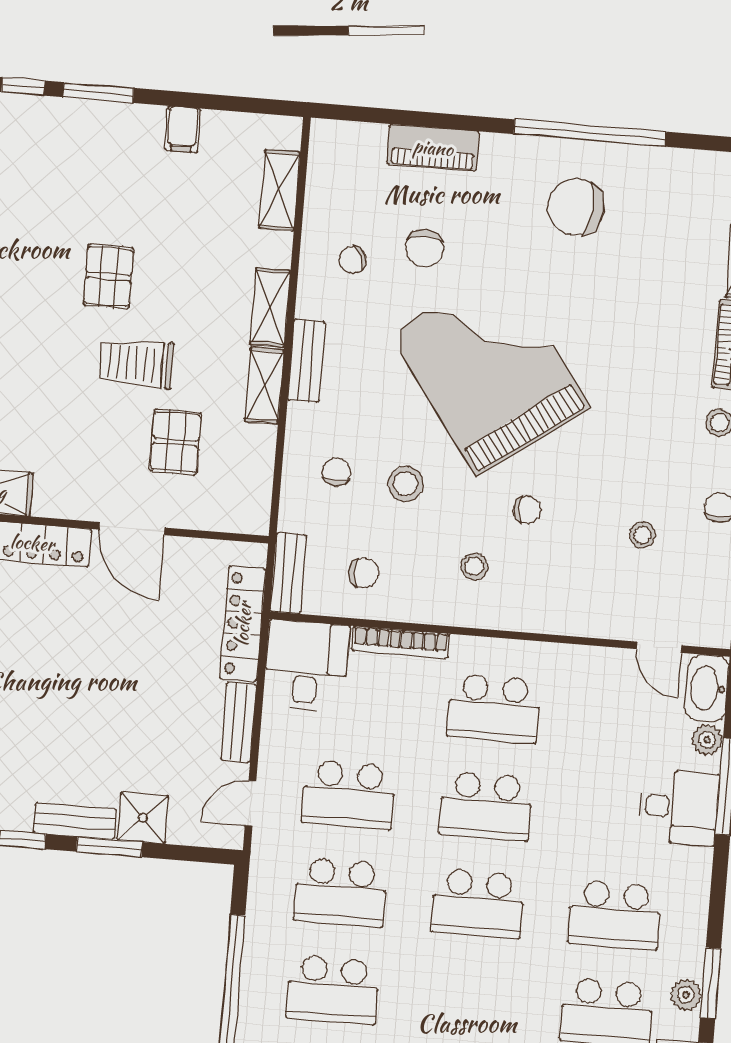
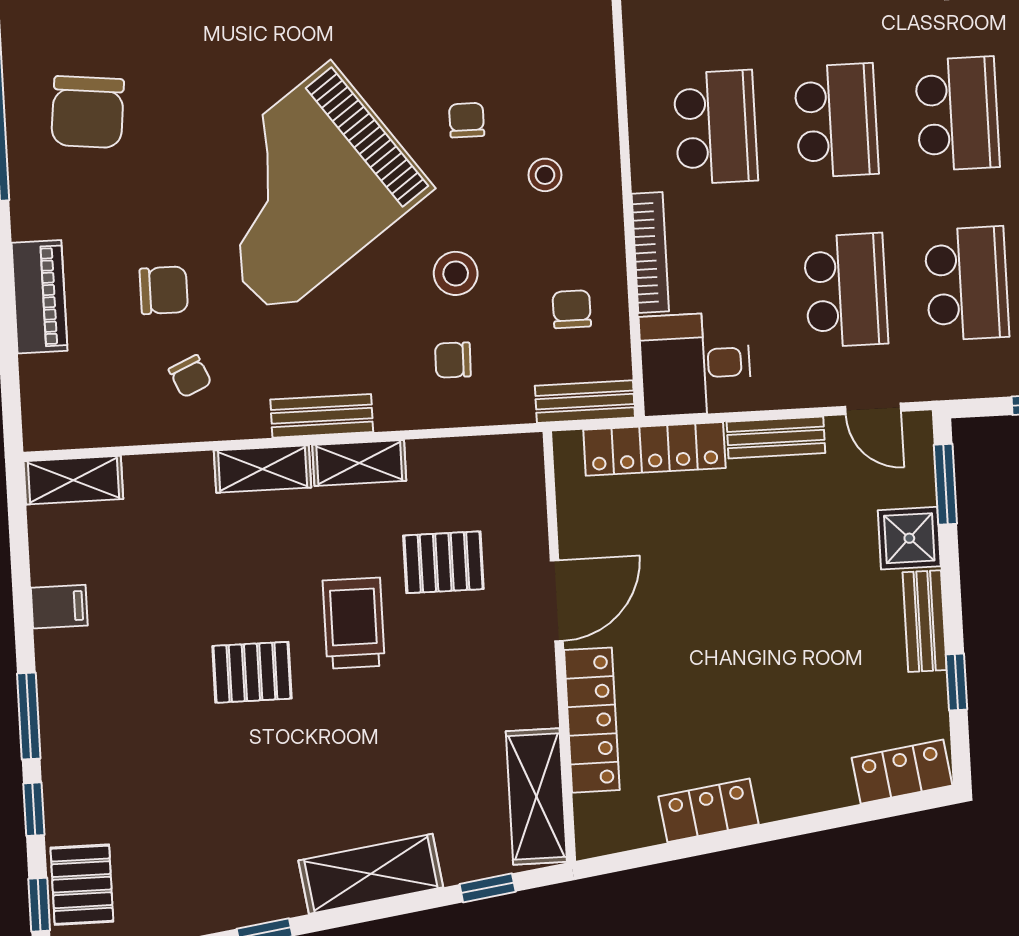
shelving: (279, 190) -> (73, 480), moved
trolley: (137, 363) -> (354, 623), turned 180
window: (109, 847) -> (945, 484), moved

